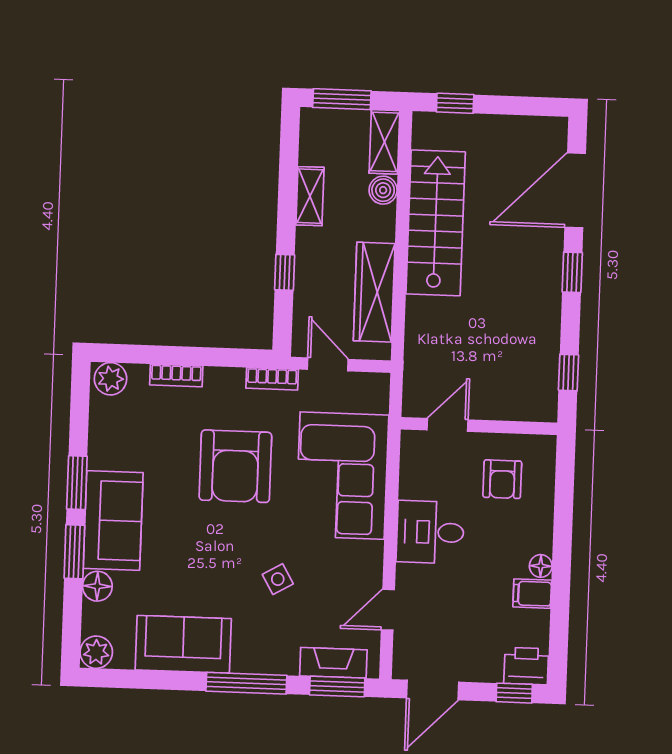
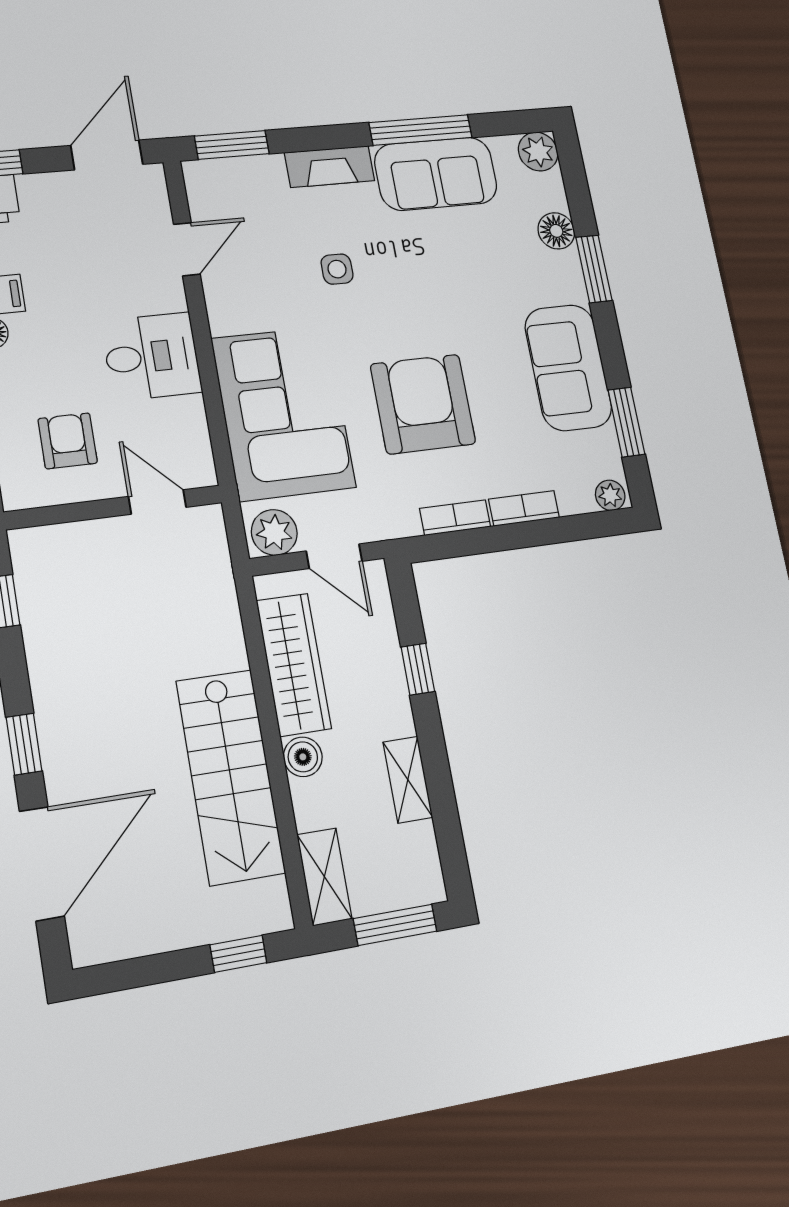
boiler: (383, 190) -> (303, 757), moved
plant: (111, 379) -> (610, 495), width x0.73, depth x0.73
bookcase: (272, 379) -> (455, 518), moved
plant: (368, 389) -> (274, 532), added
door: (447, 425) -> (157, 502), swing flipped
window: (77, 483) -> (626, 422), moved
sofa: (113, 521) -> (568, 368), moved
side table: (278, 579) -> (337, 269), turned 30
fireplace: (333, 663) -> (330, 167), moved
window: (246, 683) -> (421, 130), moved

